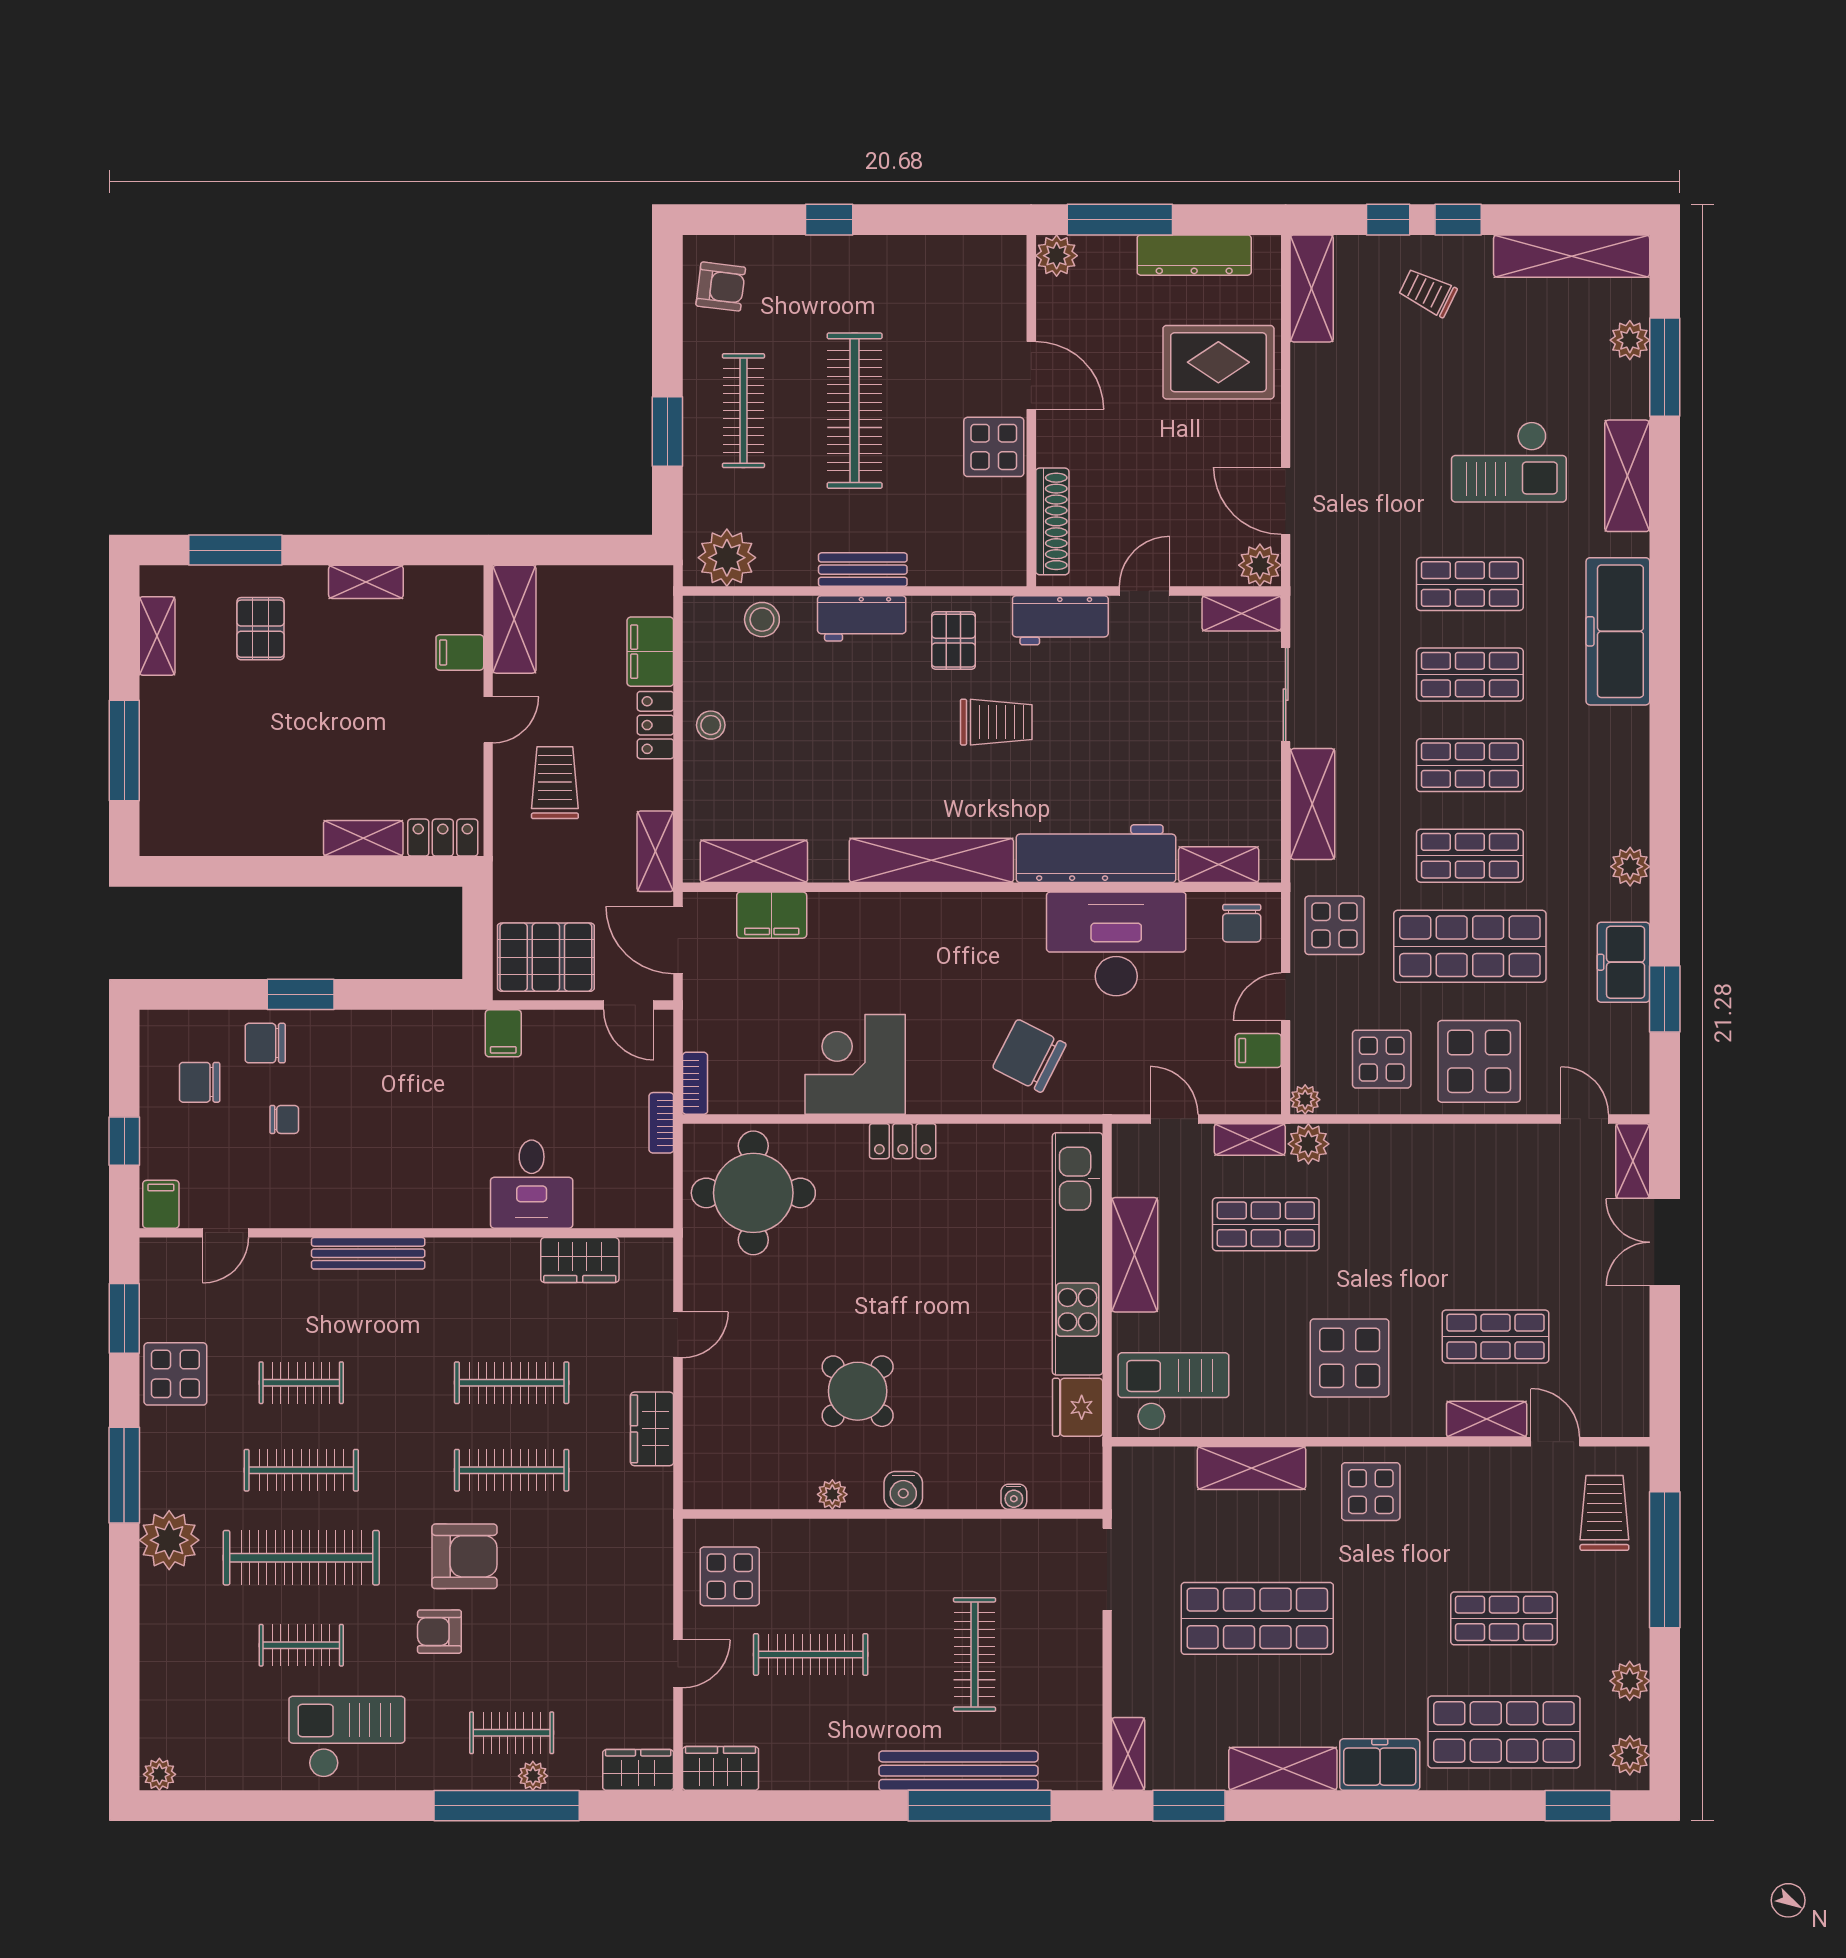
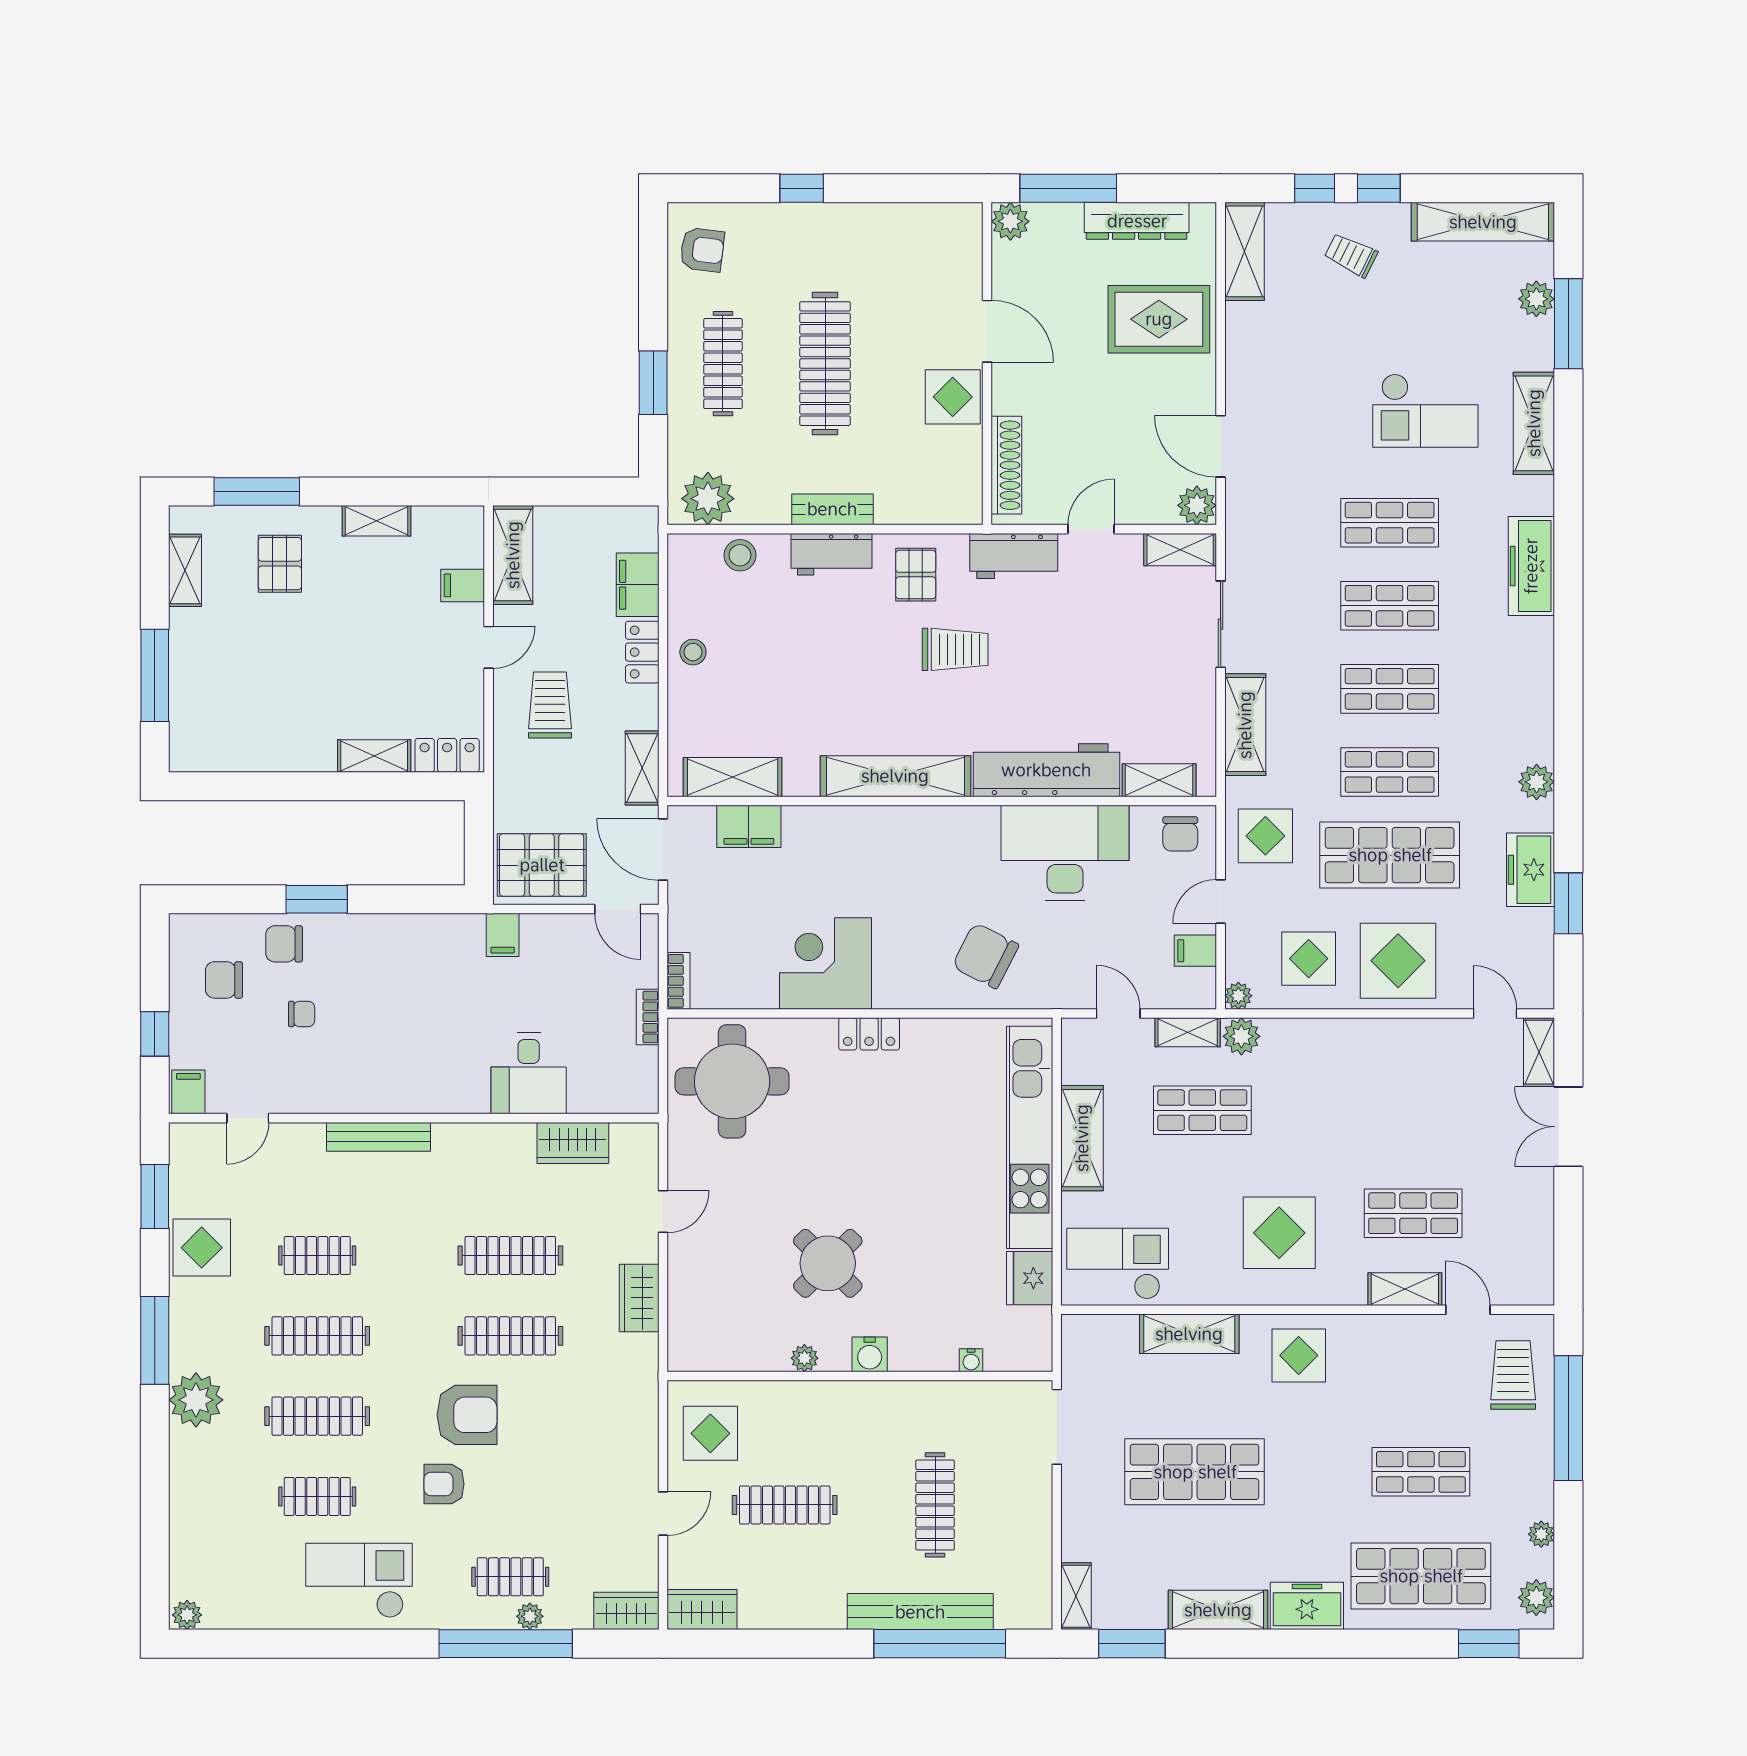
freezer: (1618, 631) -> (1531, 566), width x0.73, depth x0.79
clothes rail: (301, 1558) -> (317, 1416), width x0.73, depth x0.76
plant: (1630, 1681) -> (1541, 1534), width x0.73, depth x0.73

